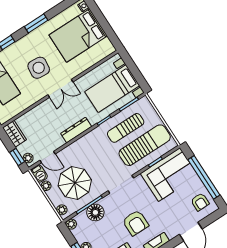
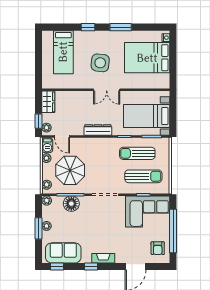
sun lounger: (145, 145) -> (143, 176), width x0.73, depth x0.75
armchair: (136, 223) -> (97, 232), removed

